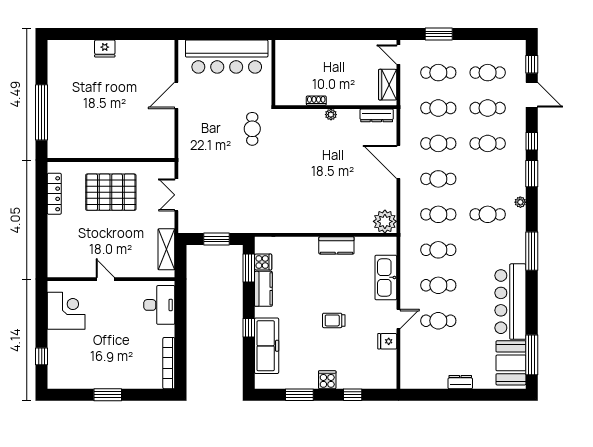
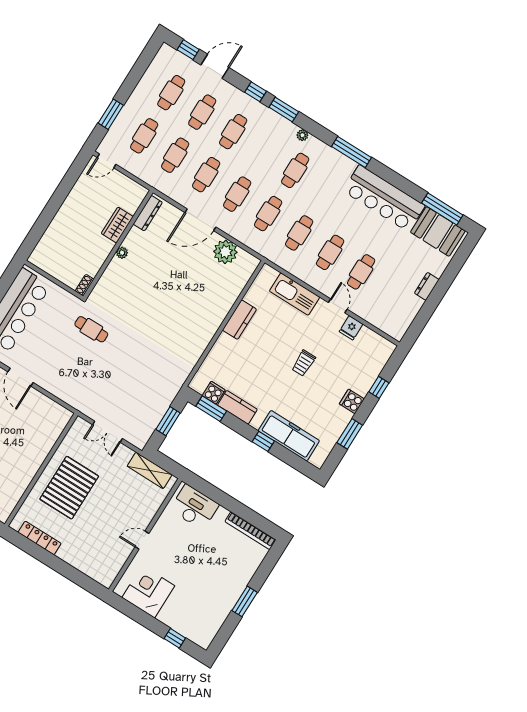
wardrobe: (388, 85) -> (117, 225), moved, turned 90
shoe rack: (316, 101) -> (85, 285), moved
plant: (385, 221) -> (225, 252), moved

